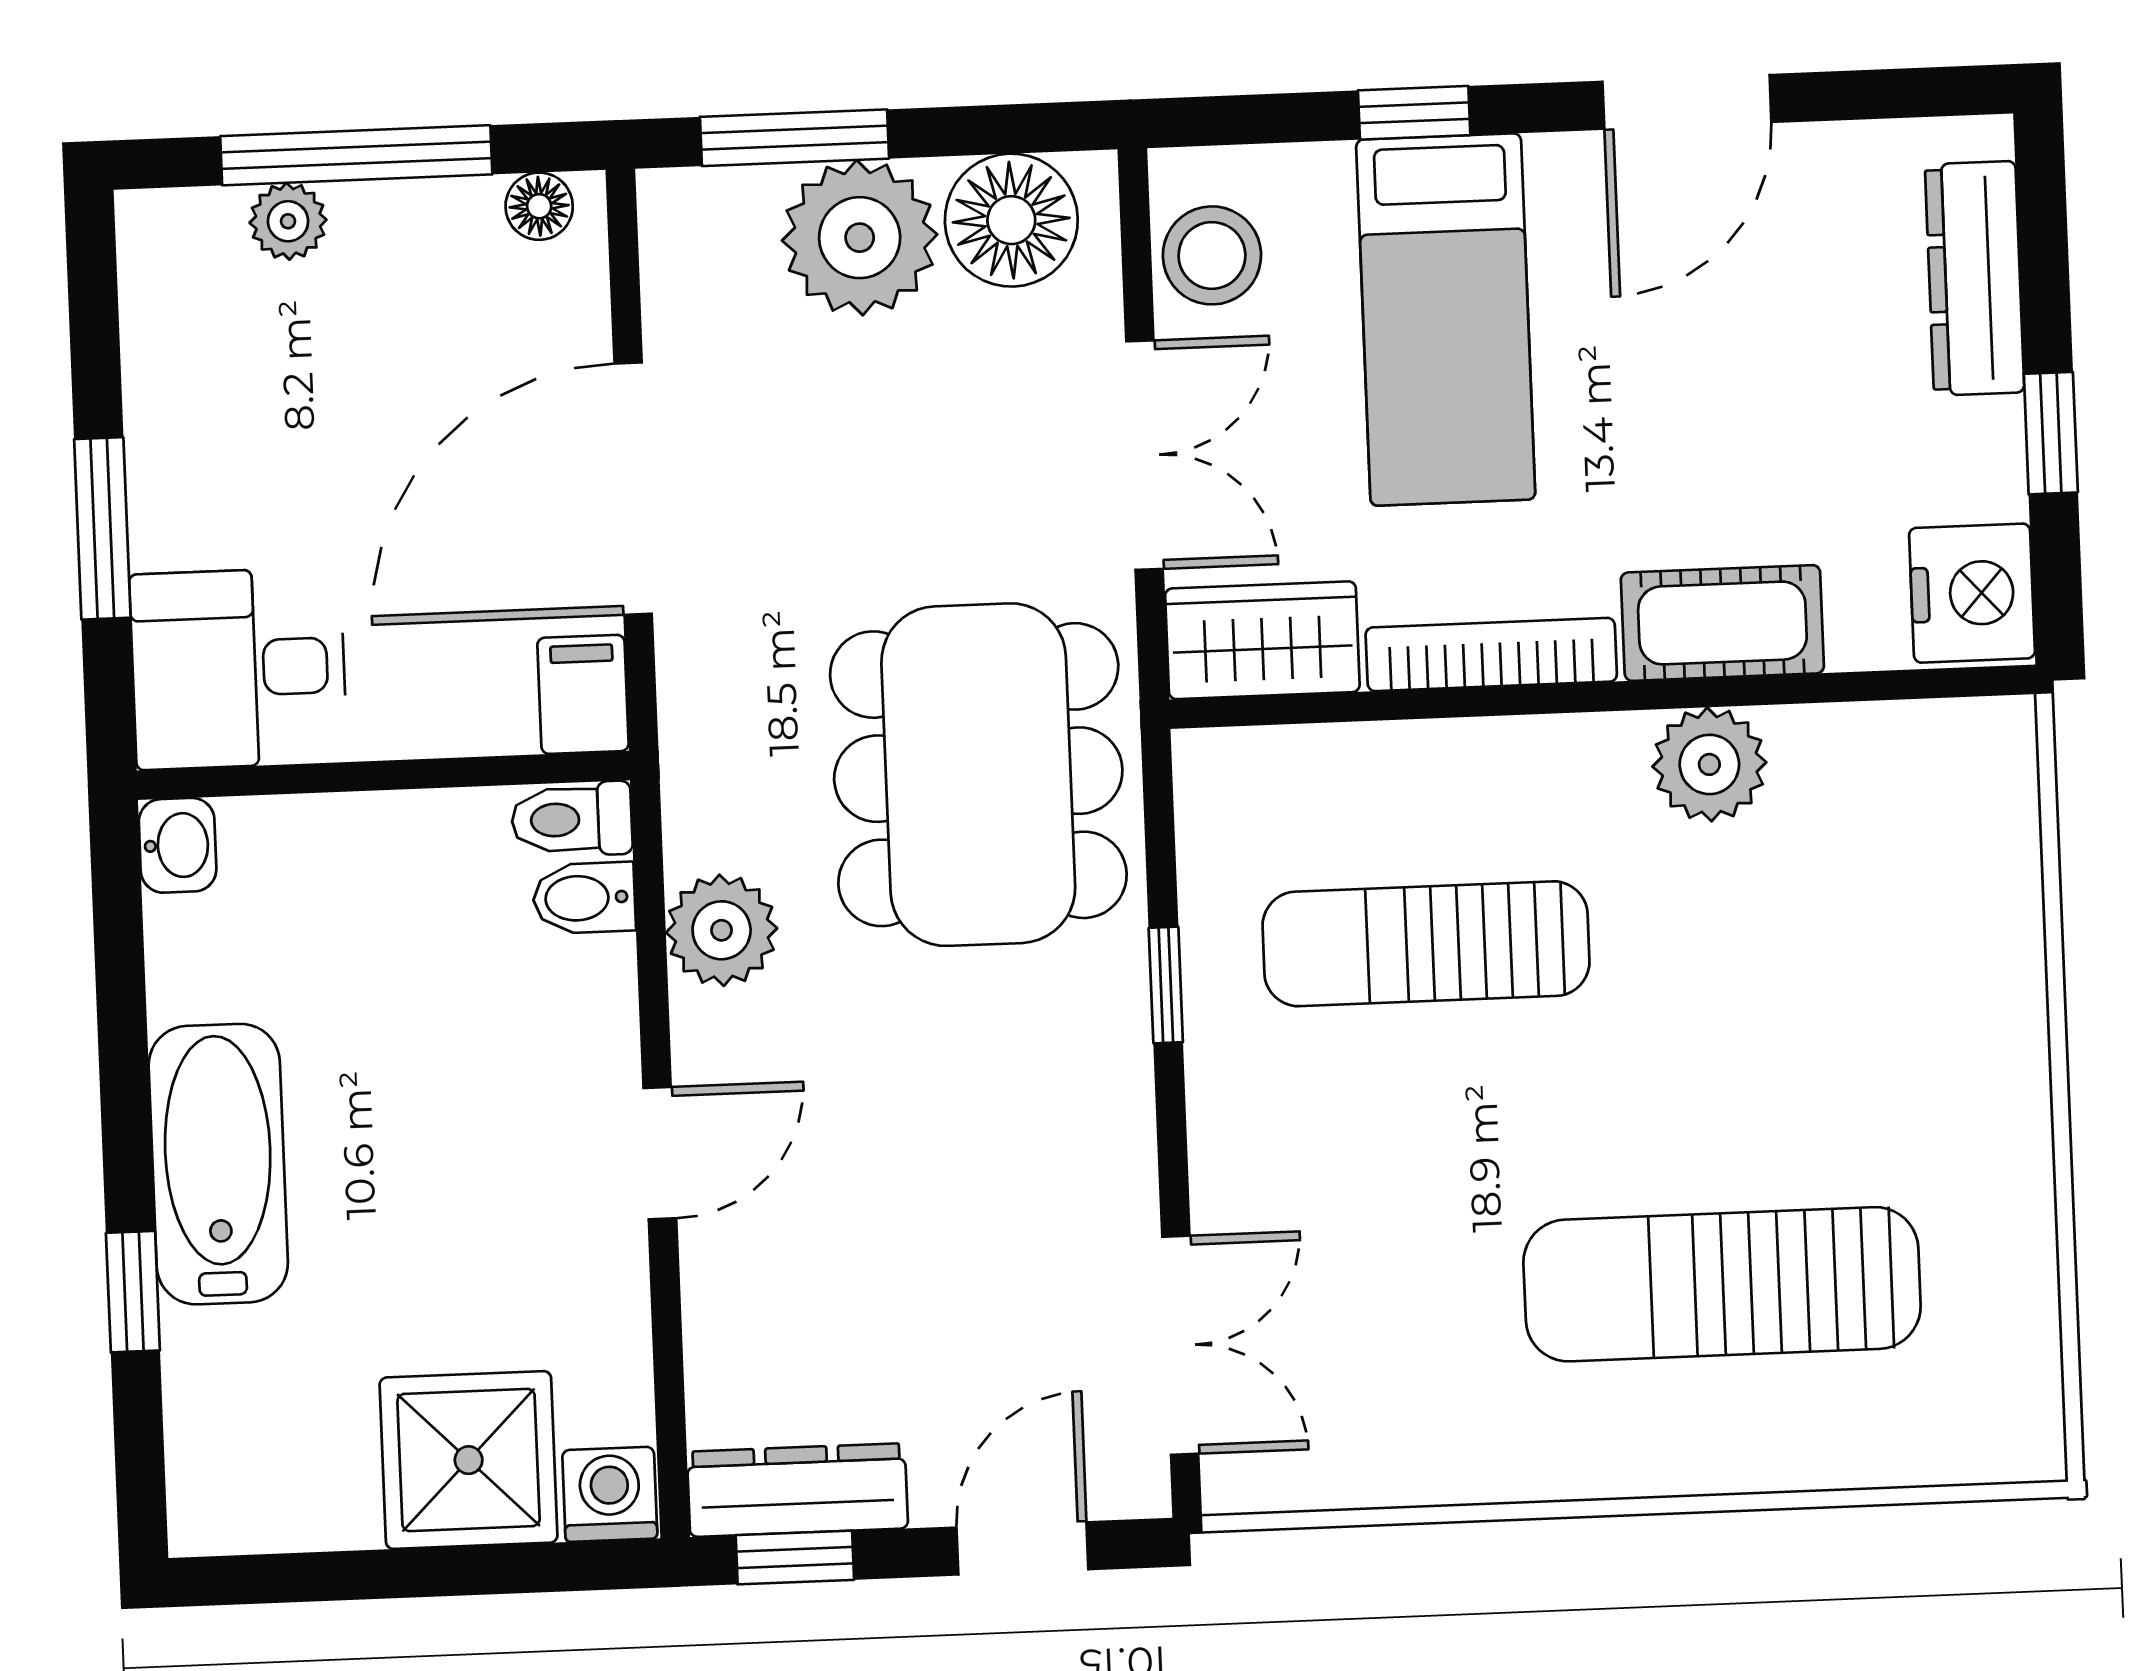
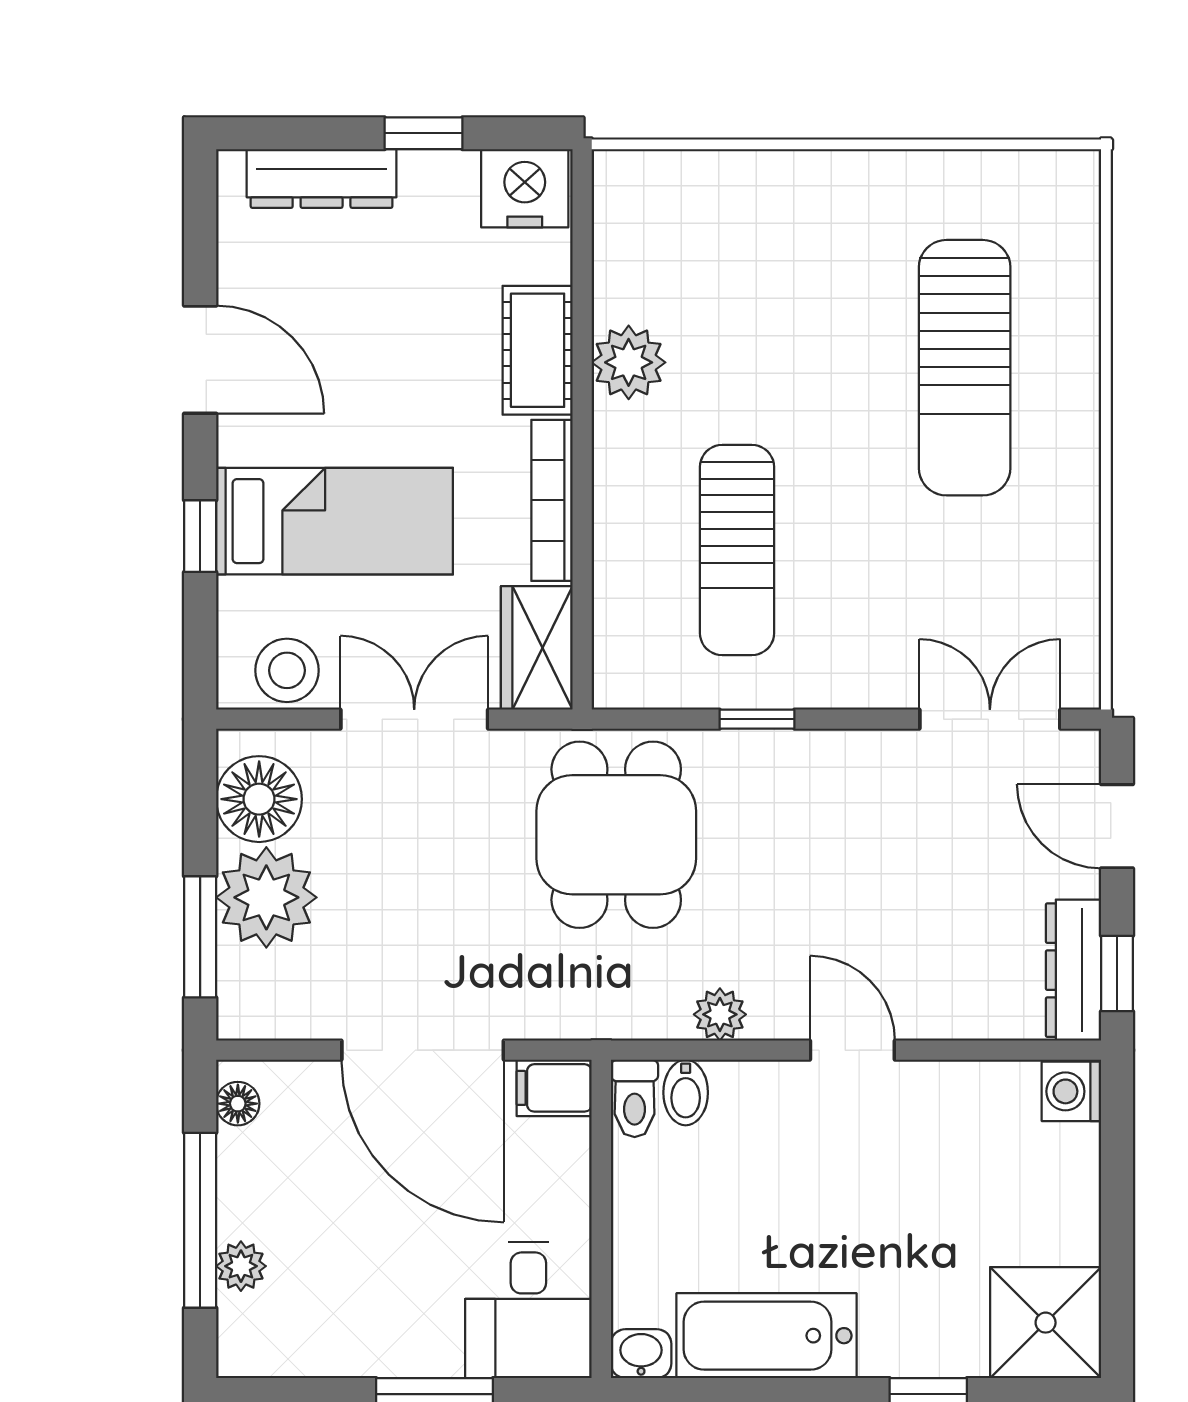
dining table: (978, 775) -> (616, 835), width x0.73
plant: (722, 930) -> (720, 1014), width x0.73, depth x0.73
bathtub: (218, 1164) -> (766, 1336), moved
shower: (469, 1460) -> (1046, 1323), moved

